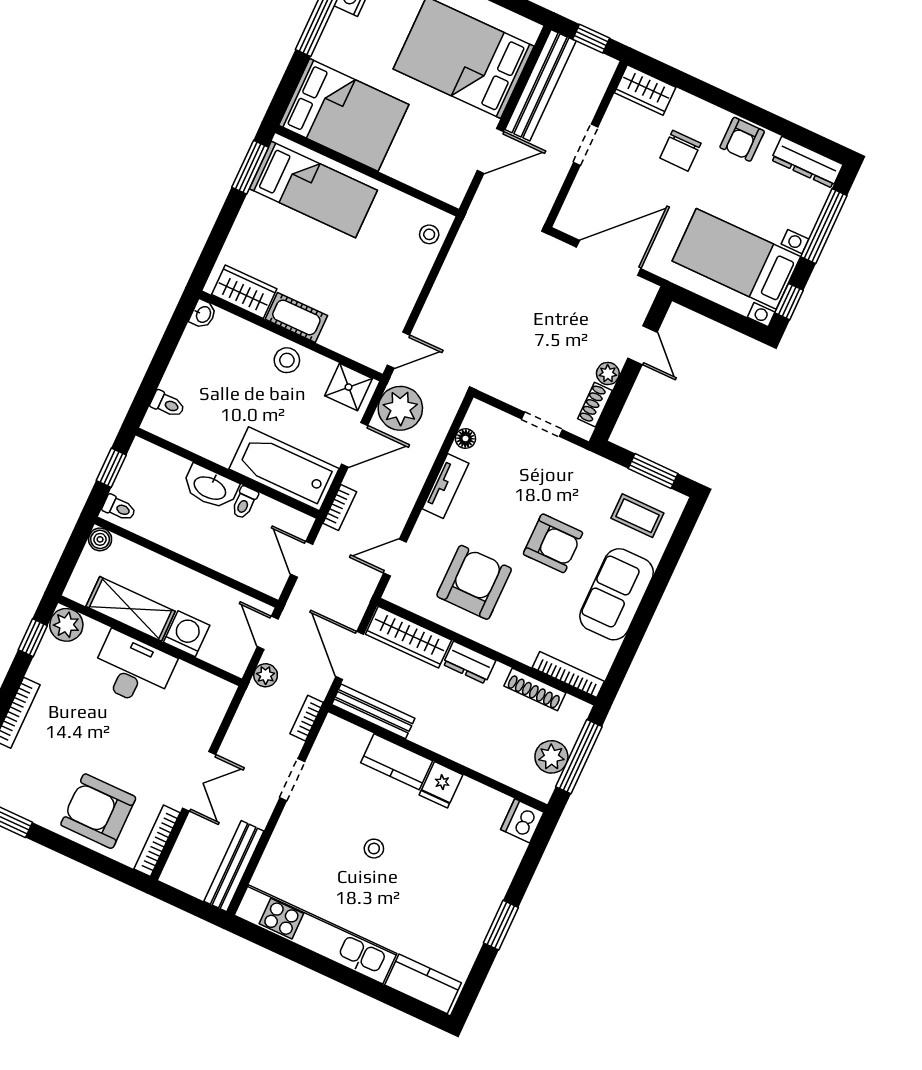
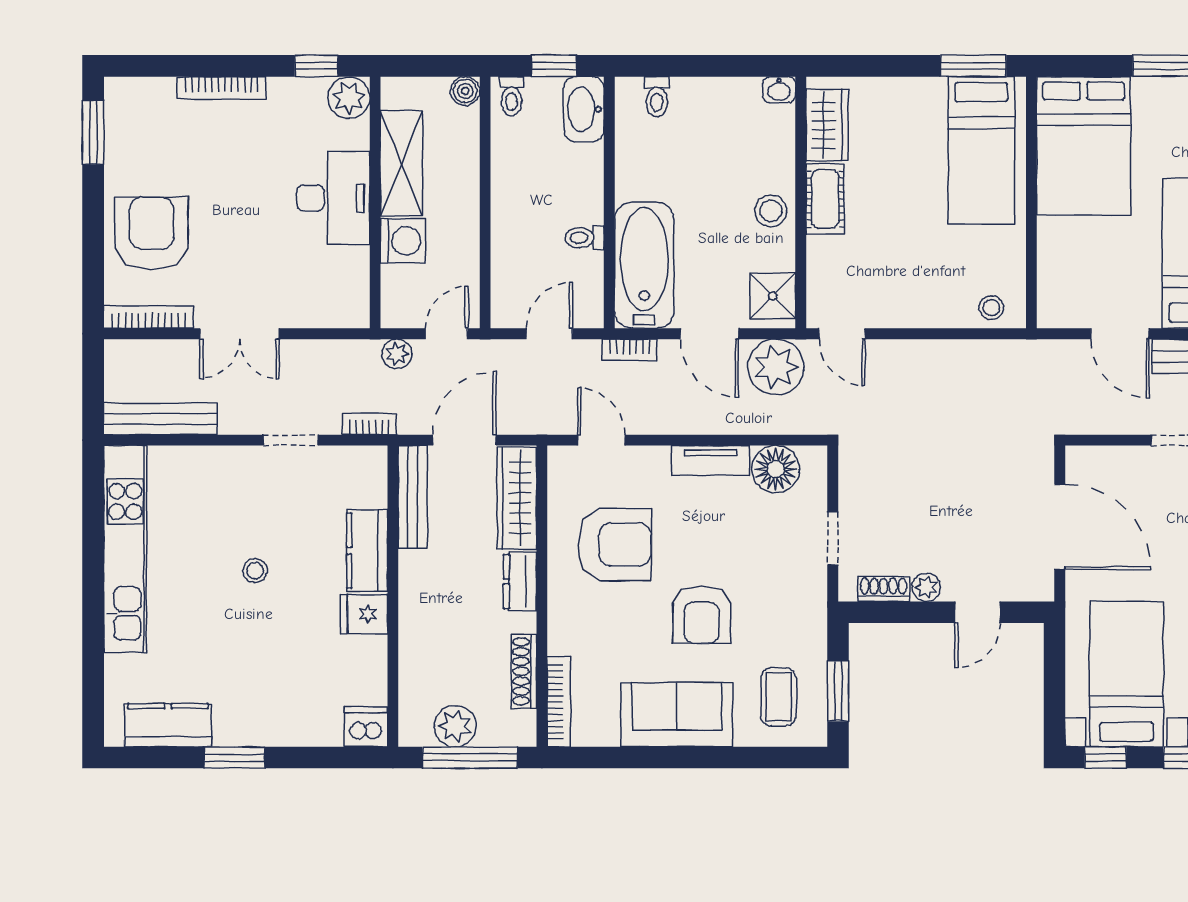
floor lamp: (465, 439) -> (776, 469), width x1.89, depth x1.89
washbasin: (210, 487) -> (584, 109), moved
kitchen counter: (423, 984) -> (168, 725), moved, turned -90

